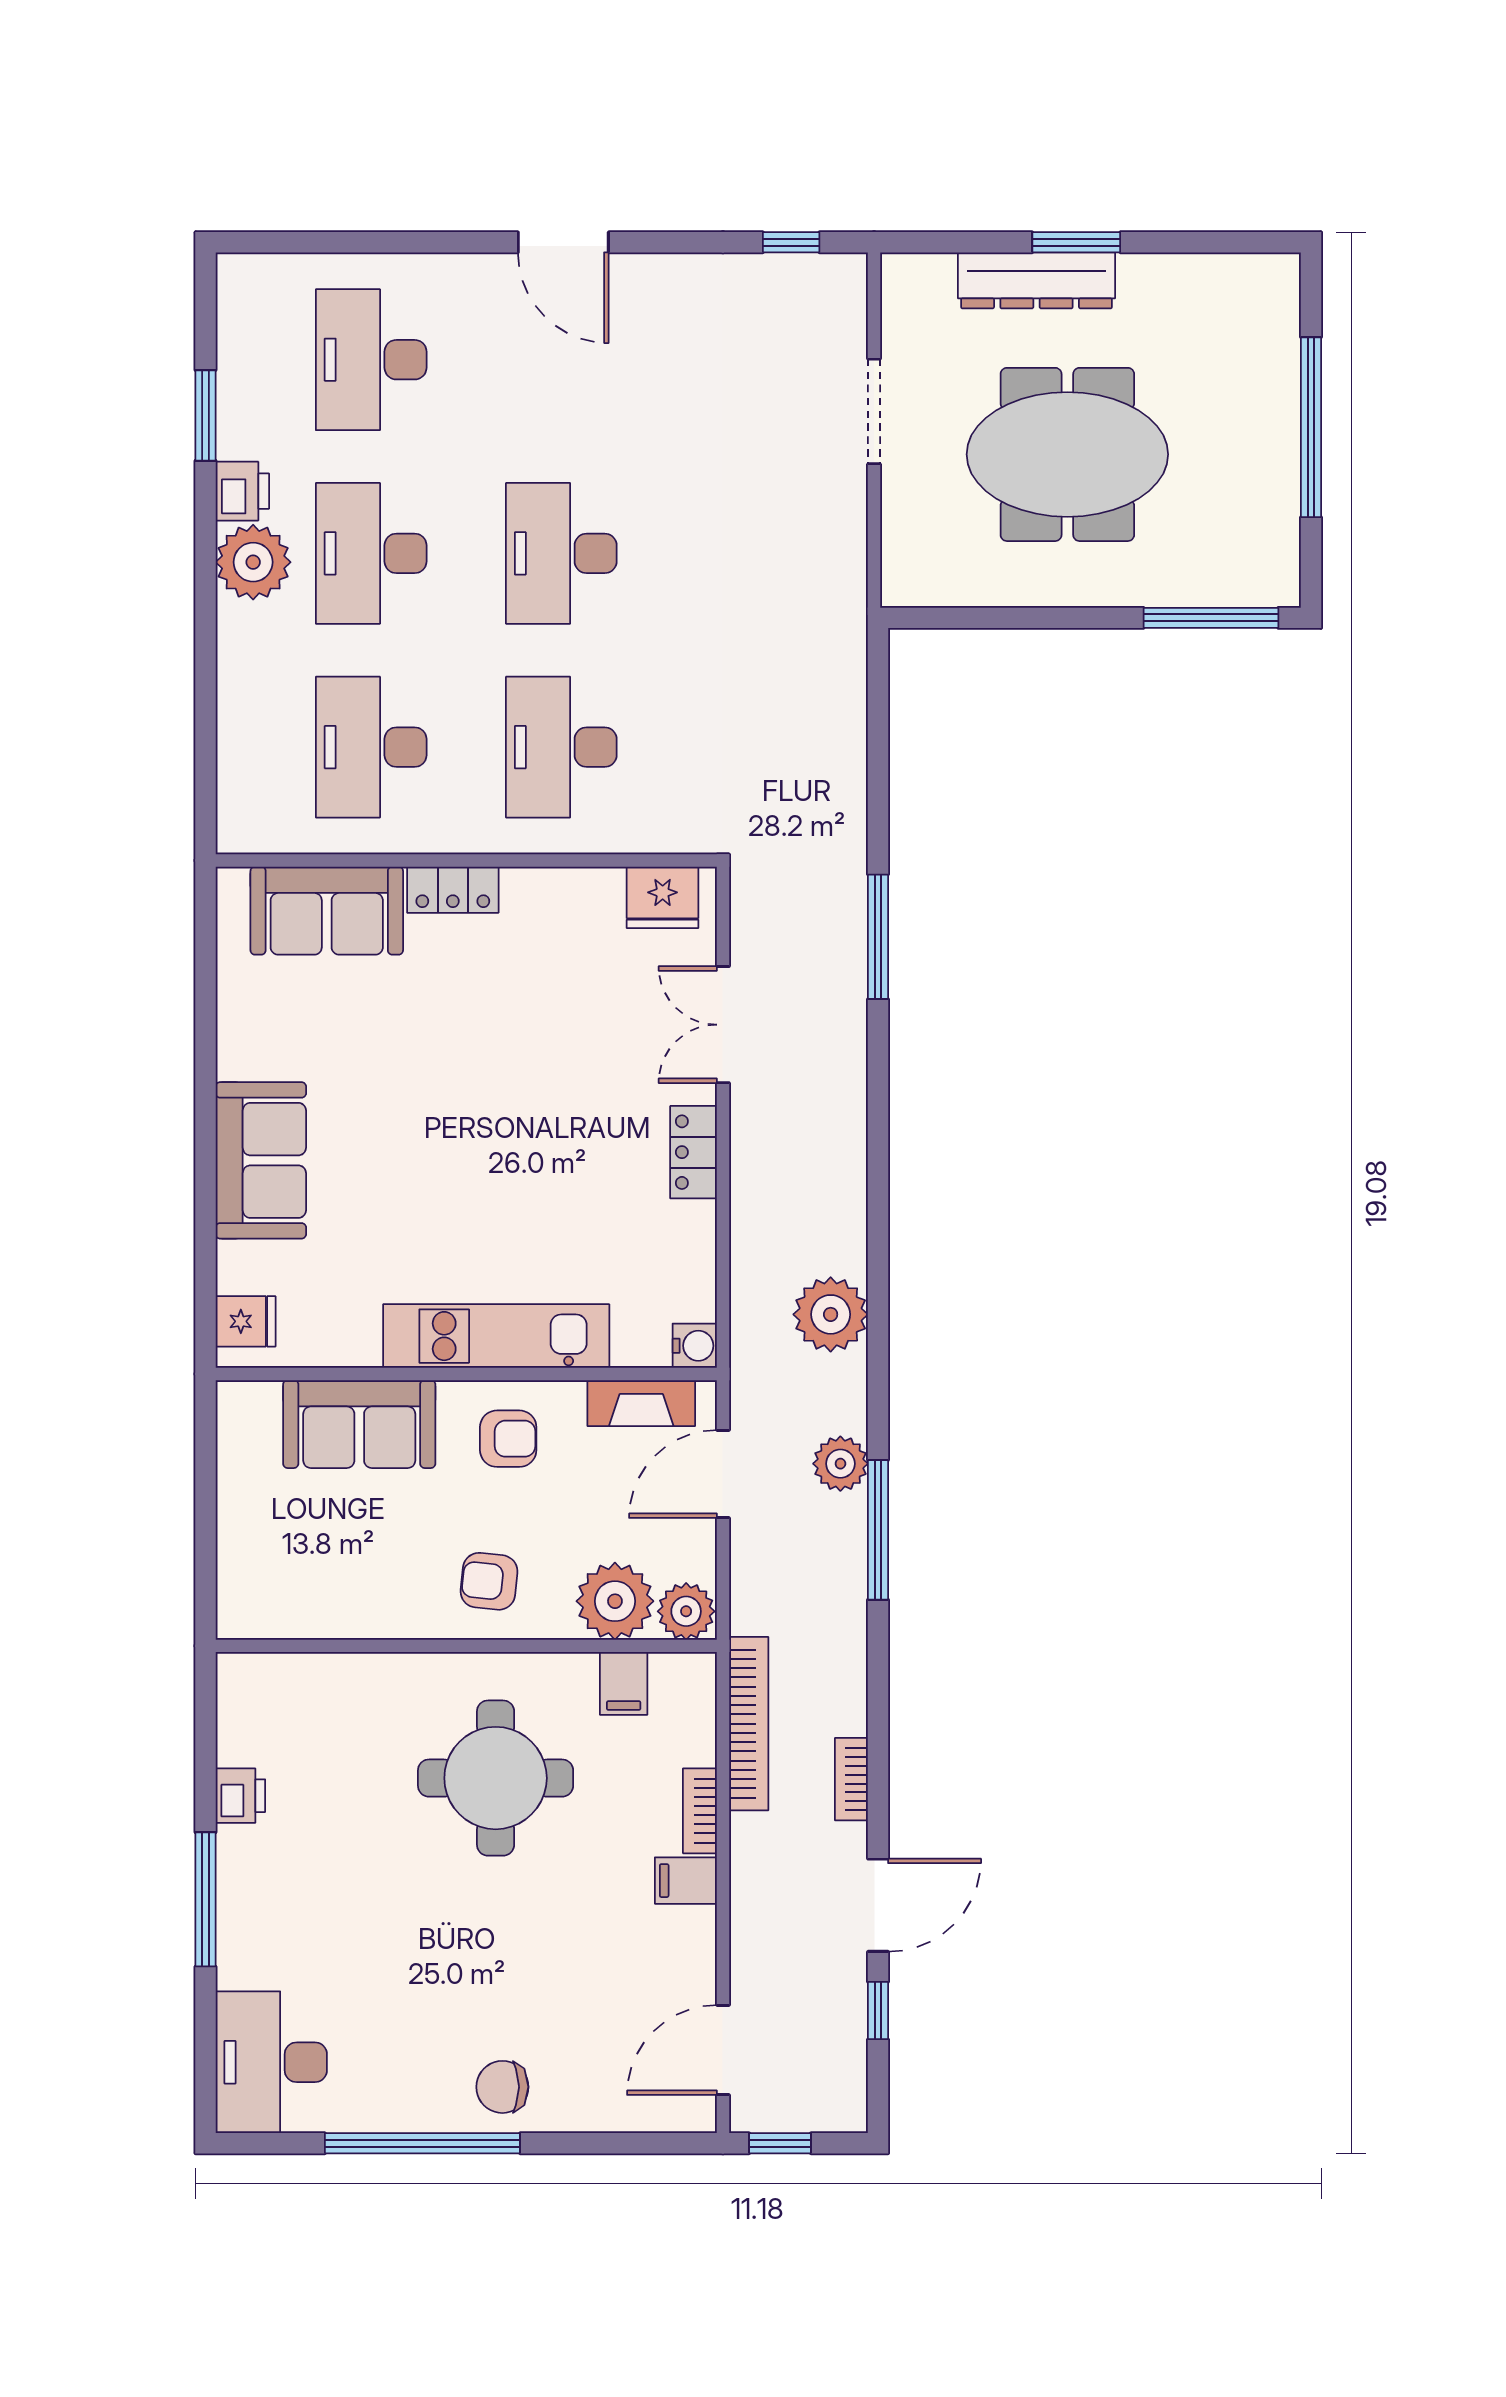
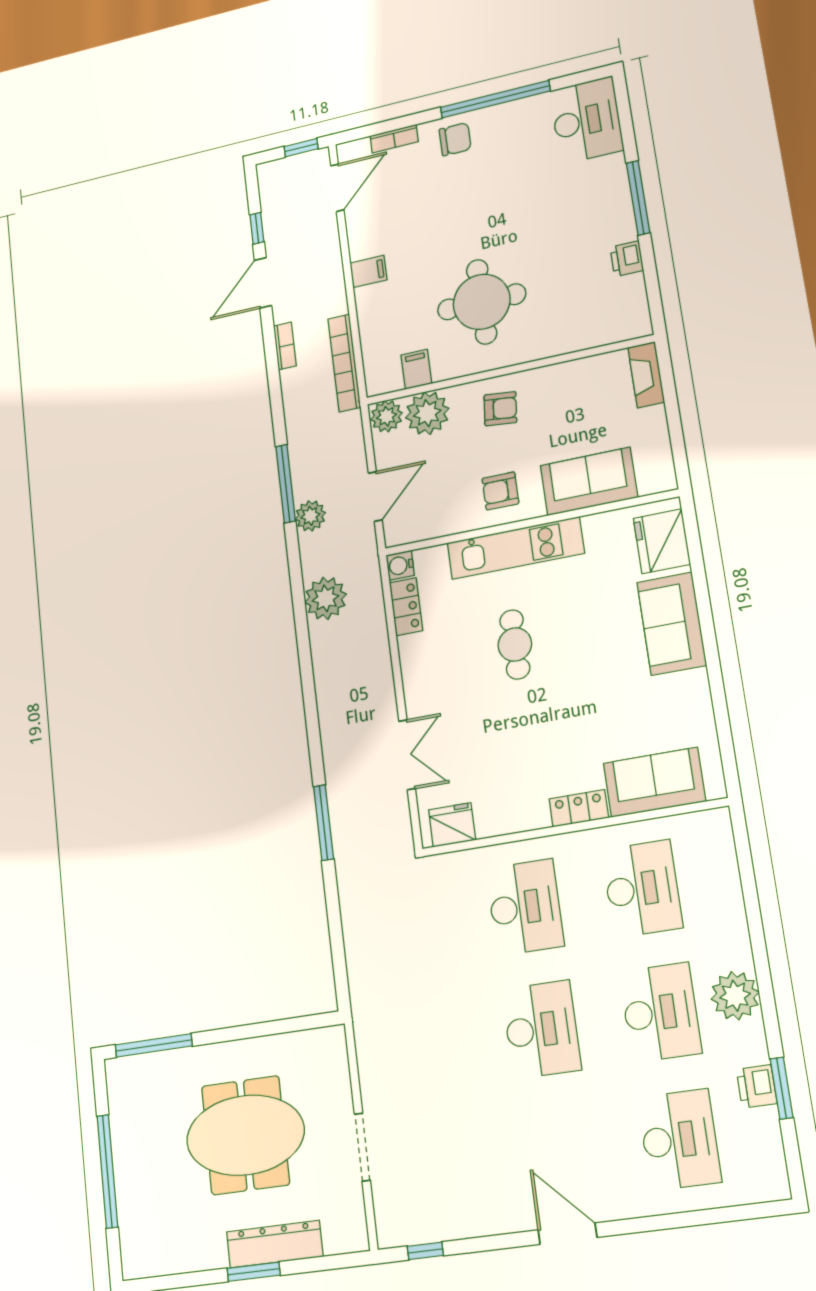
printer: (242, 491) -> (757, 1086), moved
locker: (694, 1152) -> (406, 607), moved
cafe table: (519, 1175) -> (515, 644), added
fridge: (246, 1321) -> (662, 541), width x1.88, depth x1.34
fireplace: (641, 1403) -> (646, 375), moved, turned -90
bookcase: (700, 1811) -> (394, 139), moved, turned 90

